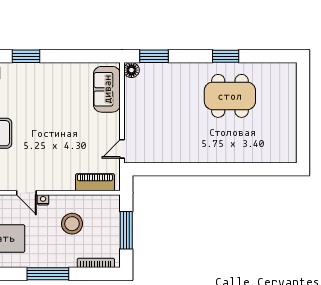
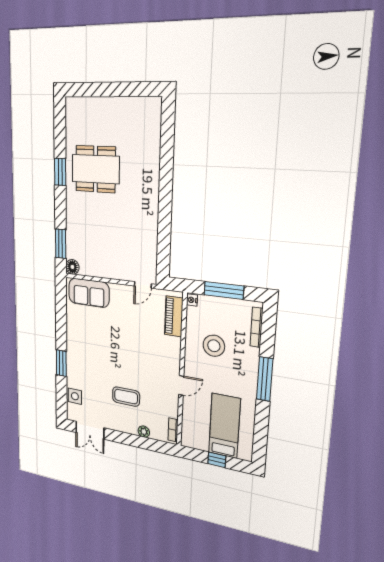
dining table: (230, 96) -> (95, 169), turned 90
door: (122, 149) -> (143, 285), hinge flipped
nightstand: (43, 200) -> (192, 300), moved

